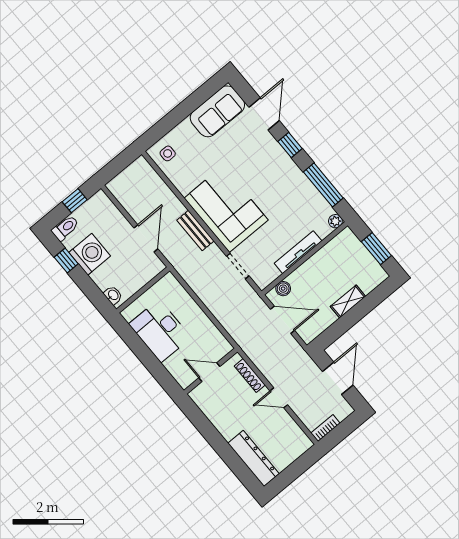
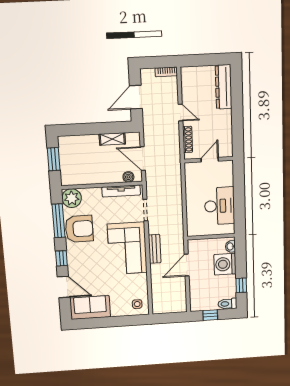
door: (264, 114) -> (64, 287), swing flipped
armchair: (295, 192) -> (79, 229), added
plant: (335, 221) -> (72, 198), width x1.88, depth x1.88
tv unit: (298, 252) -> (121, 191), moved
washing machine: (90, 254) -> (225, 264), moved
shelving: (348, 301) -> (112, 139), moved
door: (209, 372) -> (210, 160), swing flipped

